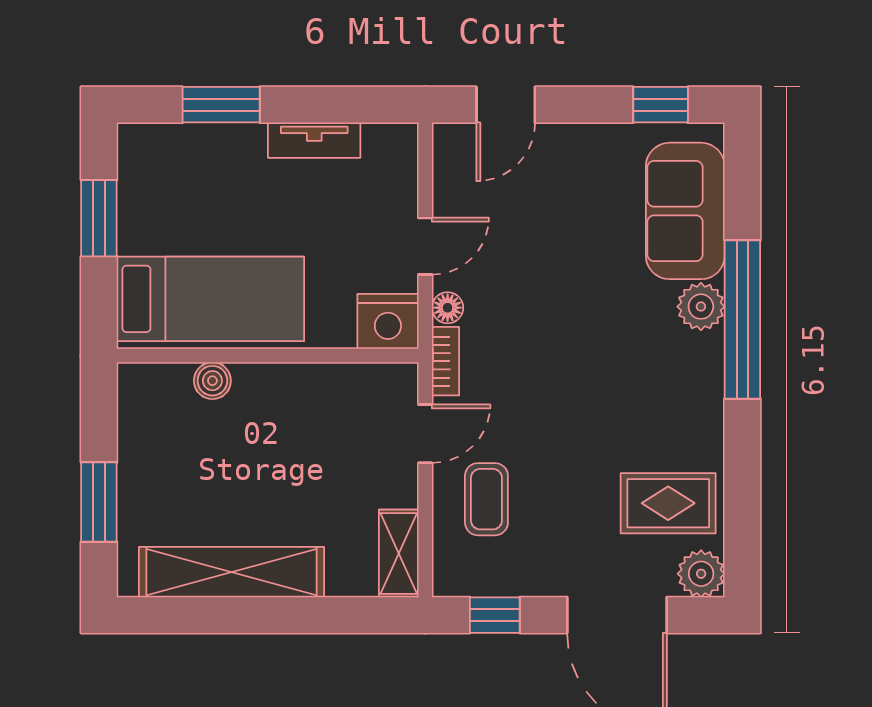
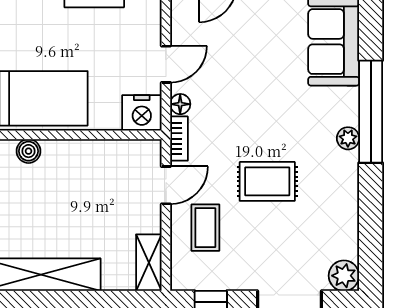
plant: (701, 307) -> (348, 138), moved, width x0.73, depth x0.73
rug: (668, 503) -> (267, 181), moved

